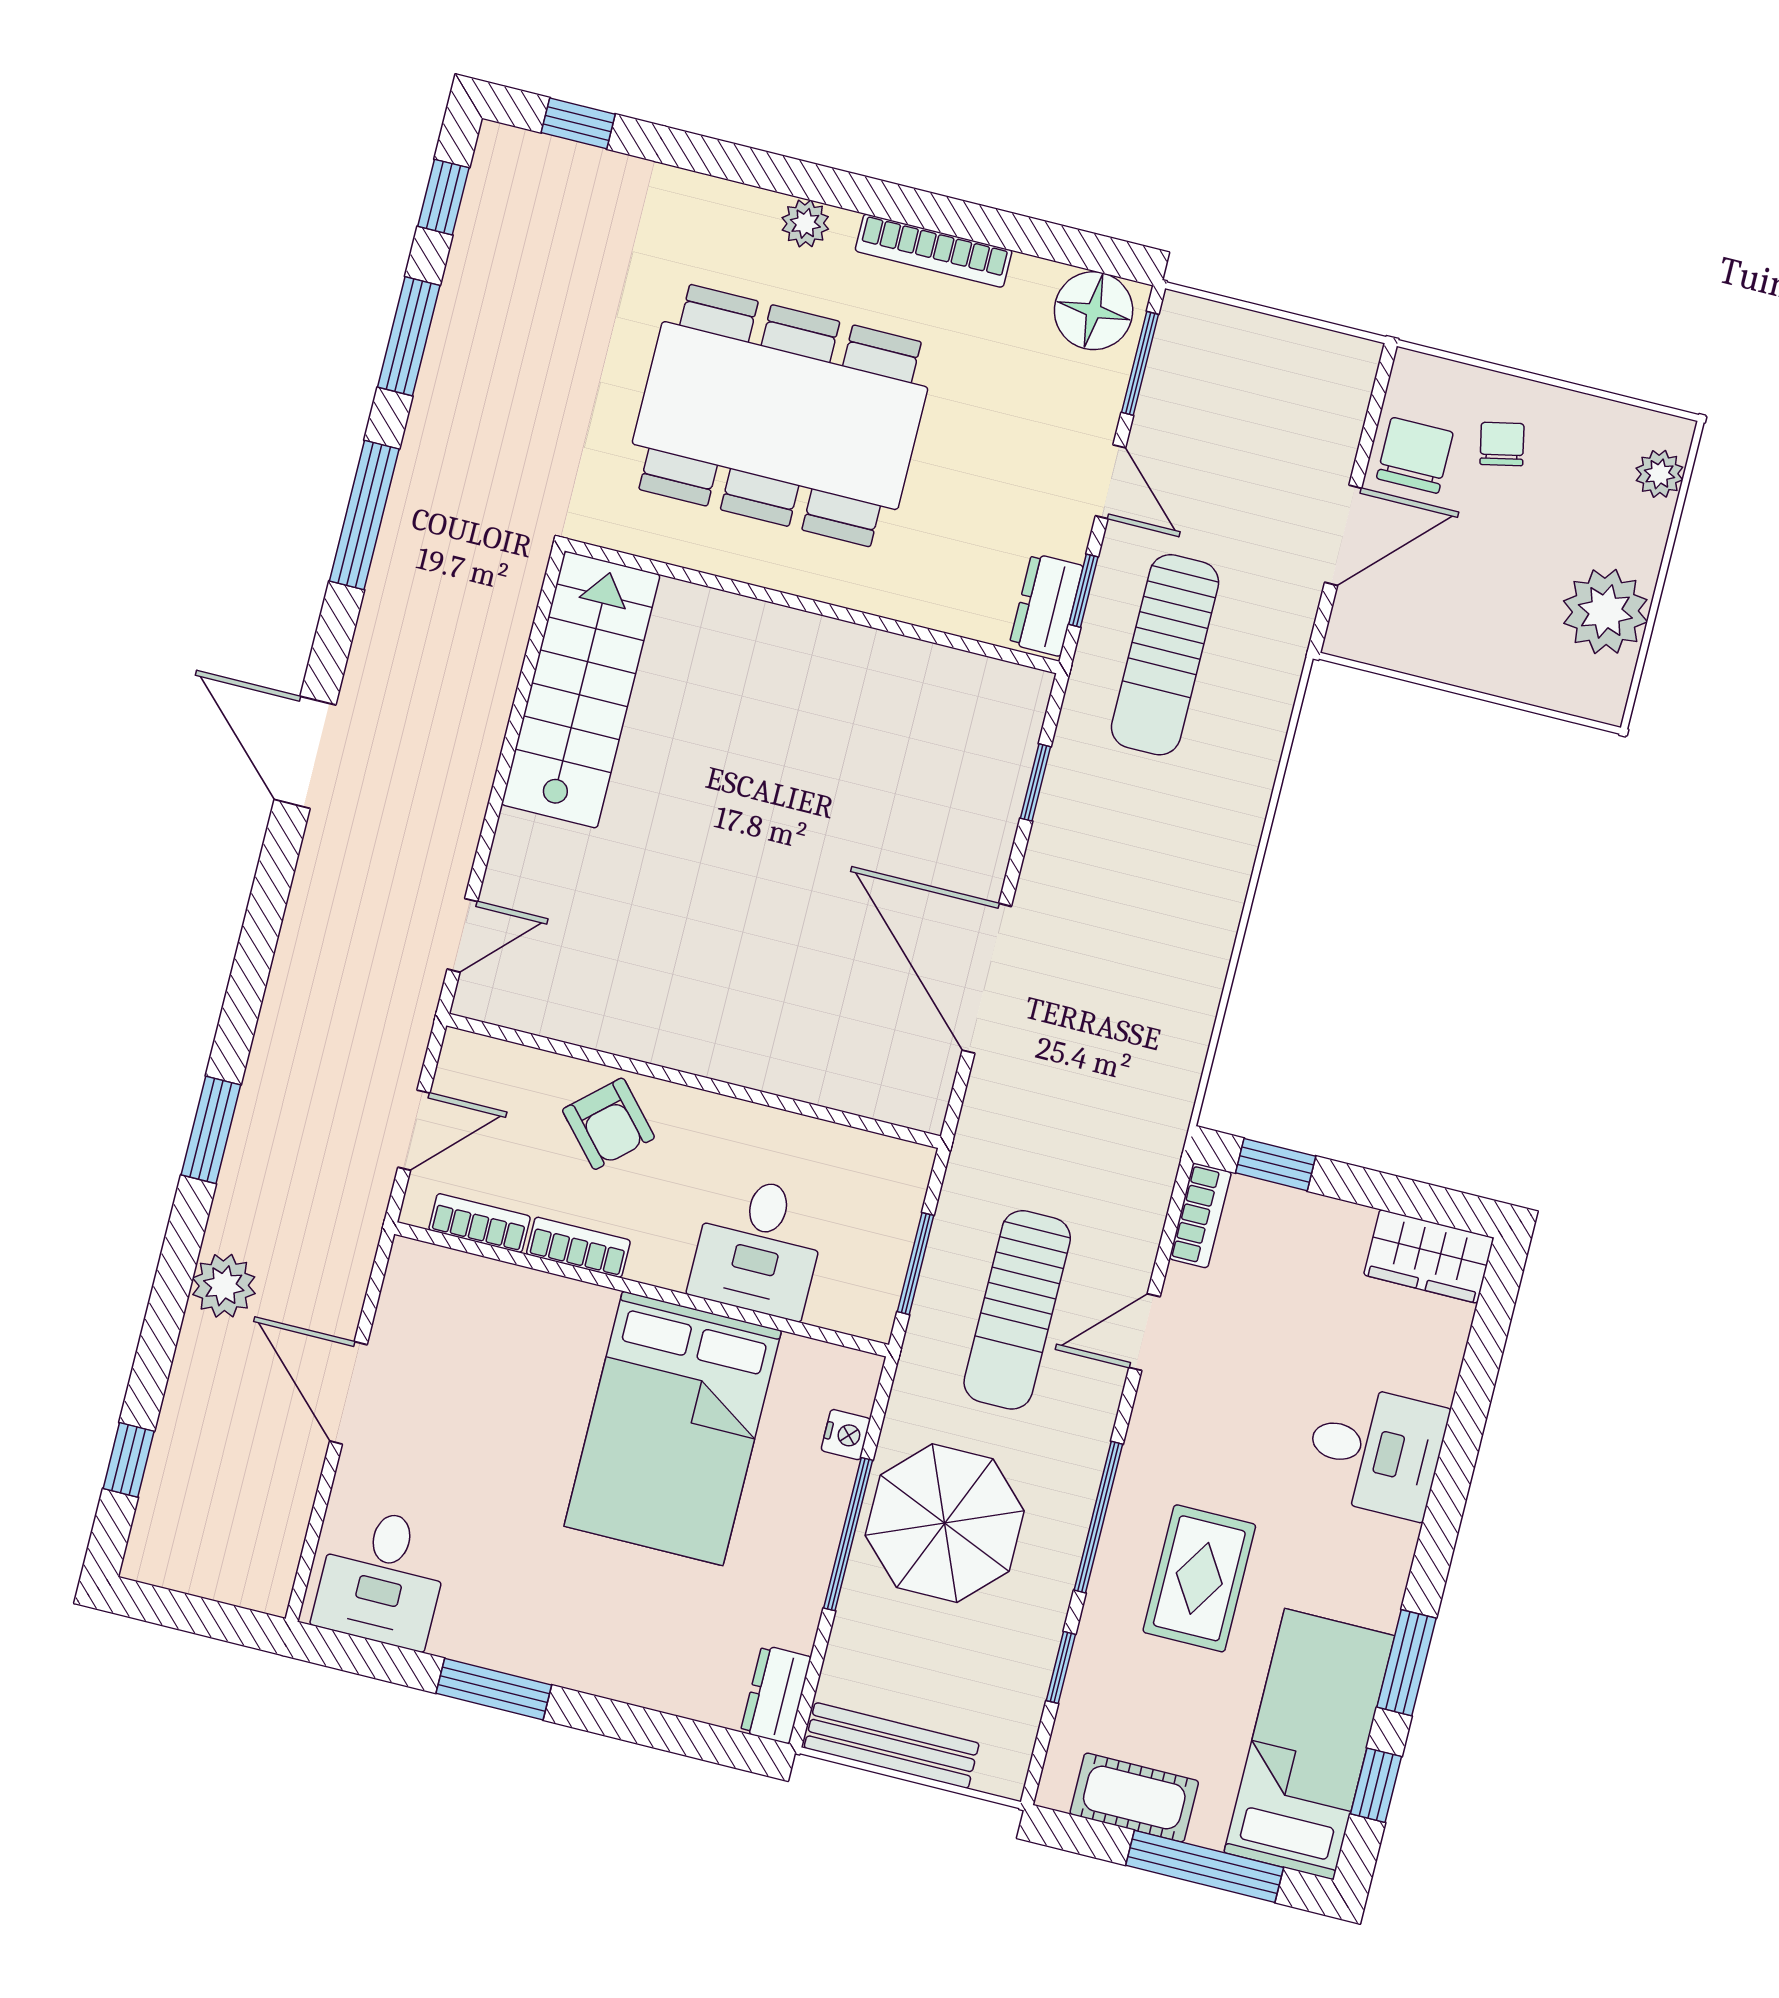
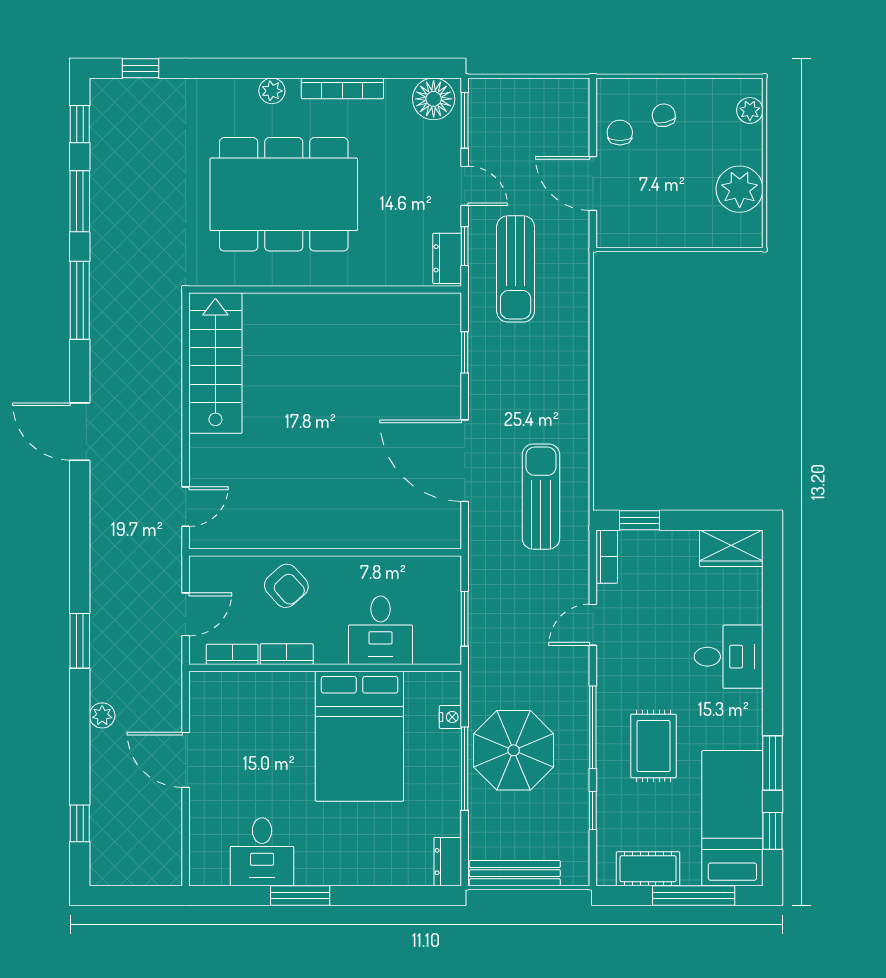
chair: (1415, 455) -> (620, 133), width x0.73, depth x0.73
door: (1343, 535) -> (593, 184), swing flipped
plant: (224, 1286) -> (102, 715), width x0.73, depth x0.73
sun lounger: (1017, 1310) -> (541, 497), moved, turned 180
desk: (382, 1577) -> (262, 852), moved

